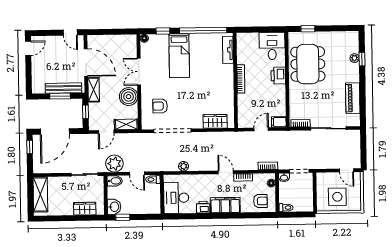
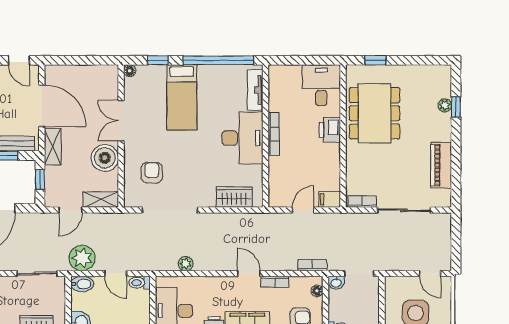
desk: (220, 82) -> (242, 138), added
armchair: (160, 106) -> (152, 173), turned 90

